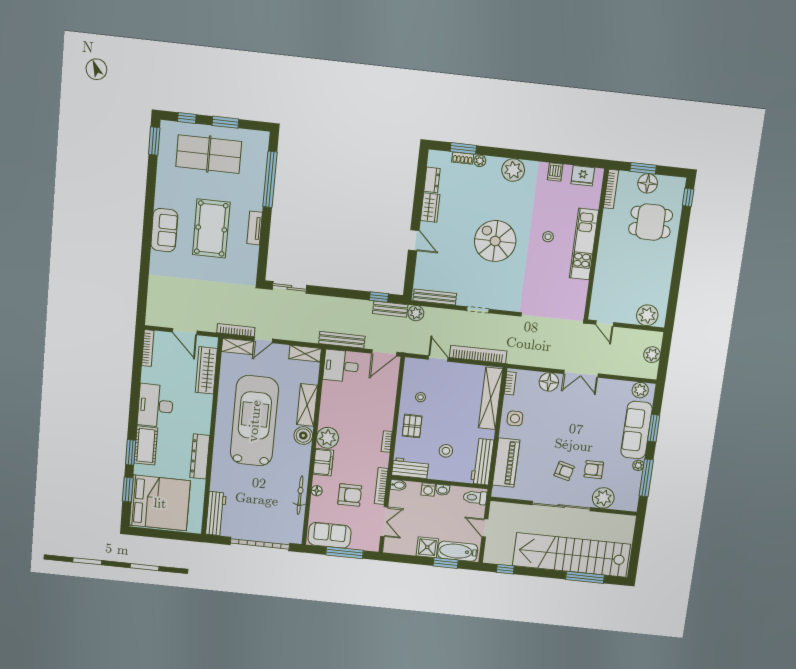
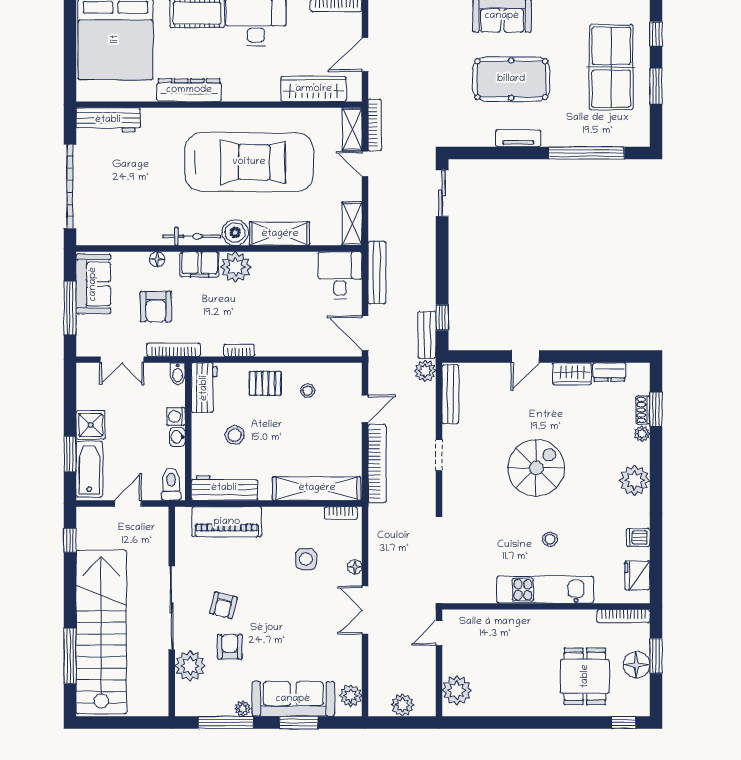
floor lamp: (549, 382) -> (355, 567), width x0.53, depth x0.53
side table: (515, 418) -> (306, 559), moved
bicycle: (300, 495) -> (192, 236), moved

